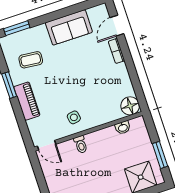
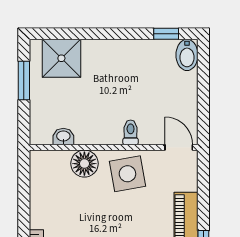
floor lamp: (130, 106) -> (84, 164), moved
side table: (74, 117) -> (127, 174), width x1.87, depth x1.87

